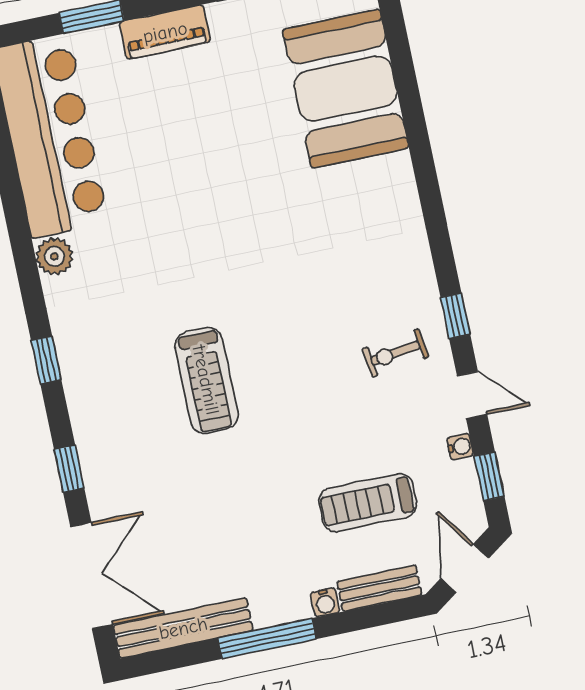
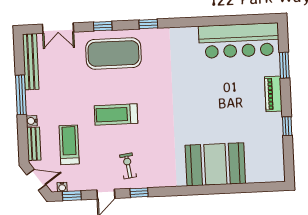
booth: (346, 89) -> (215, 164), moved
plant: (54, 256) -> (190, 34), removed
treadmill: (206, 380) -> (116, 115), moved
exercise mat: (131, 432) -> (113, 53), added
water cooler: (460, 447) -> (62, 187), moved
double door: (92, 576) -> (58, 28), width x0.73

